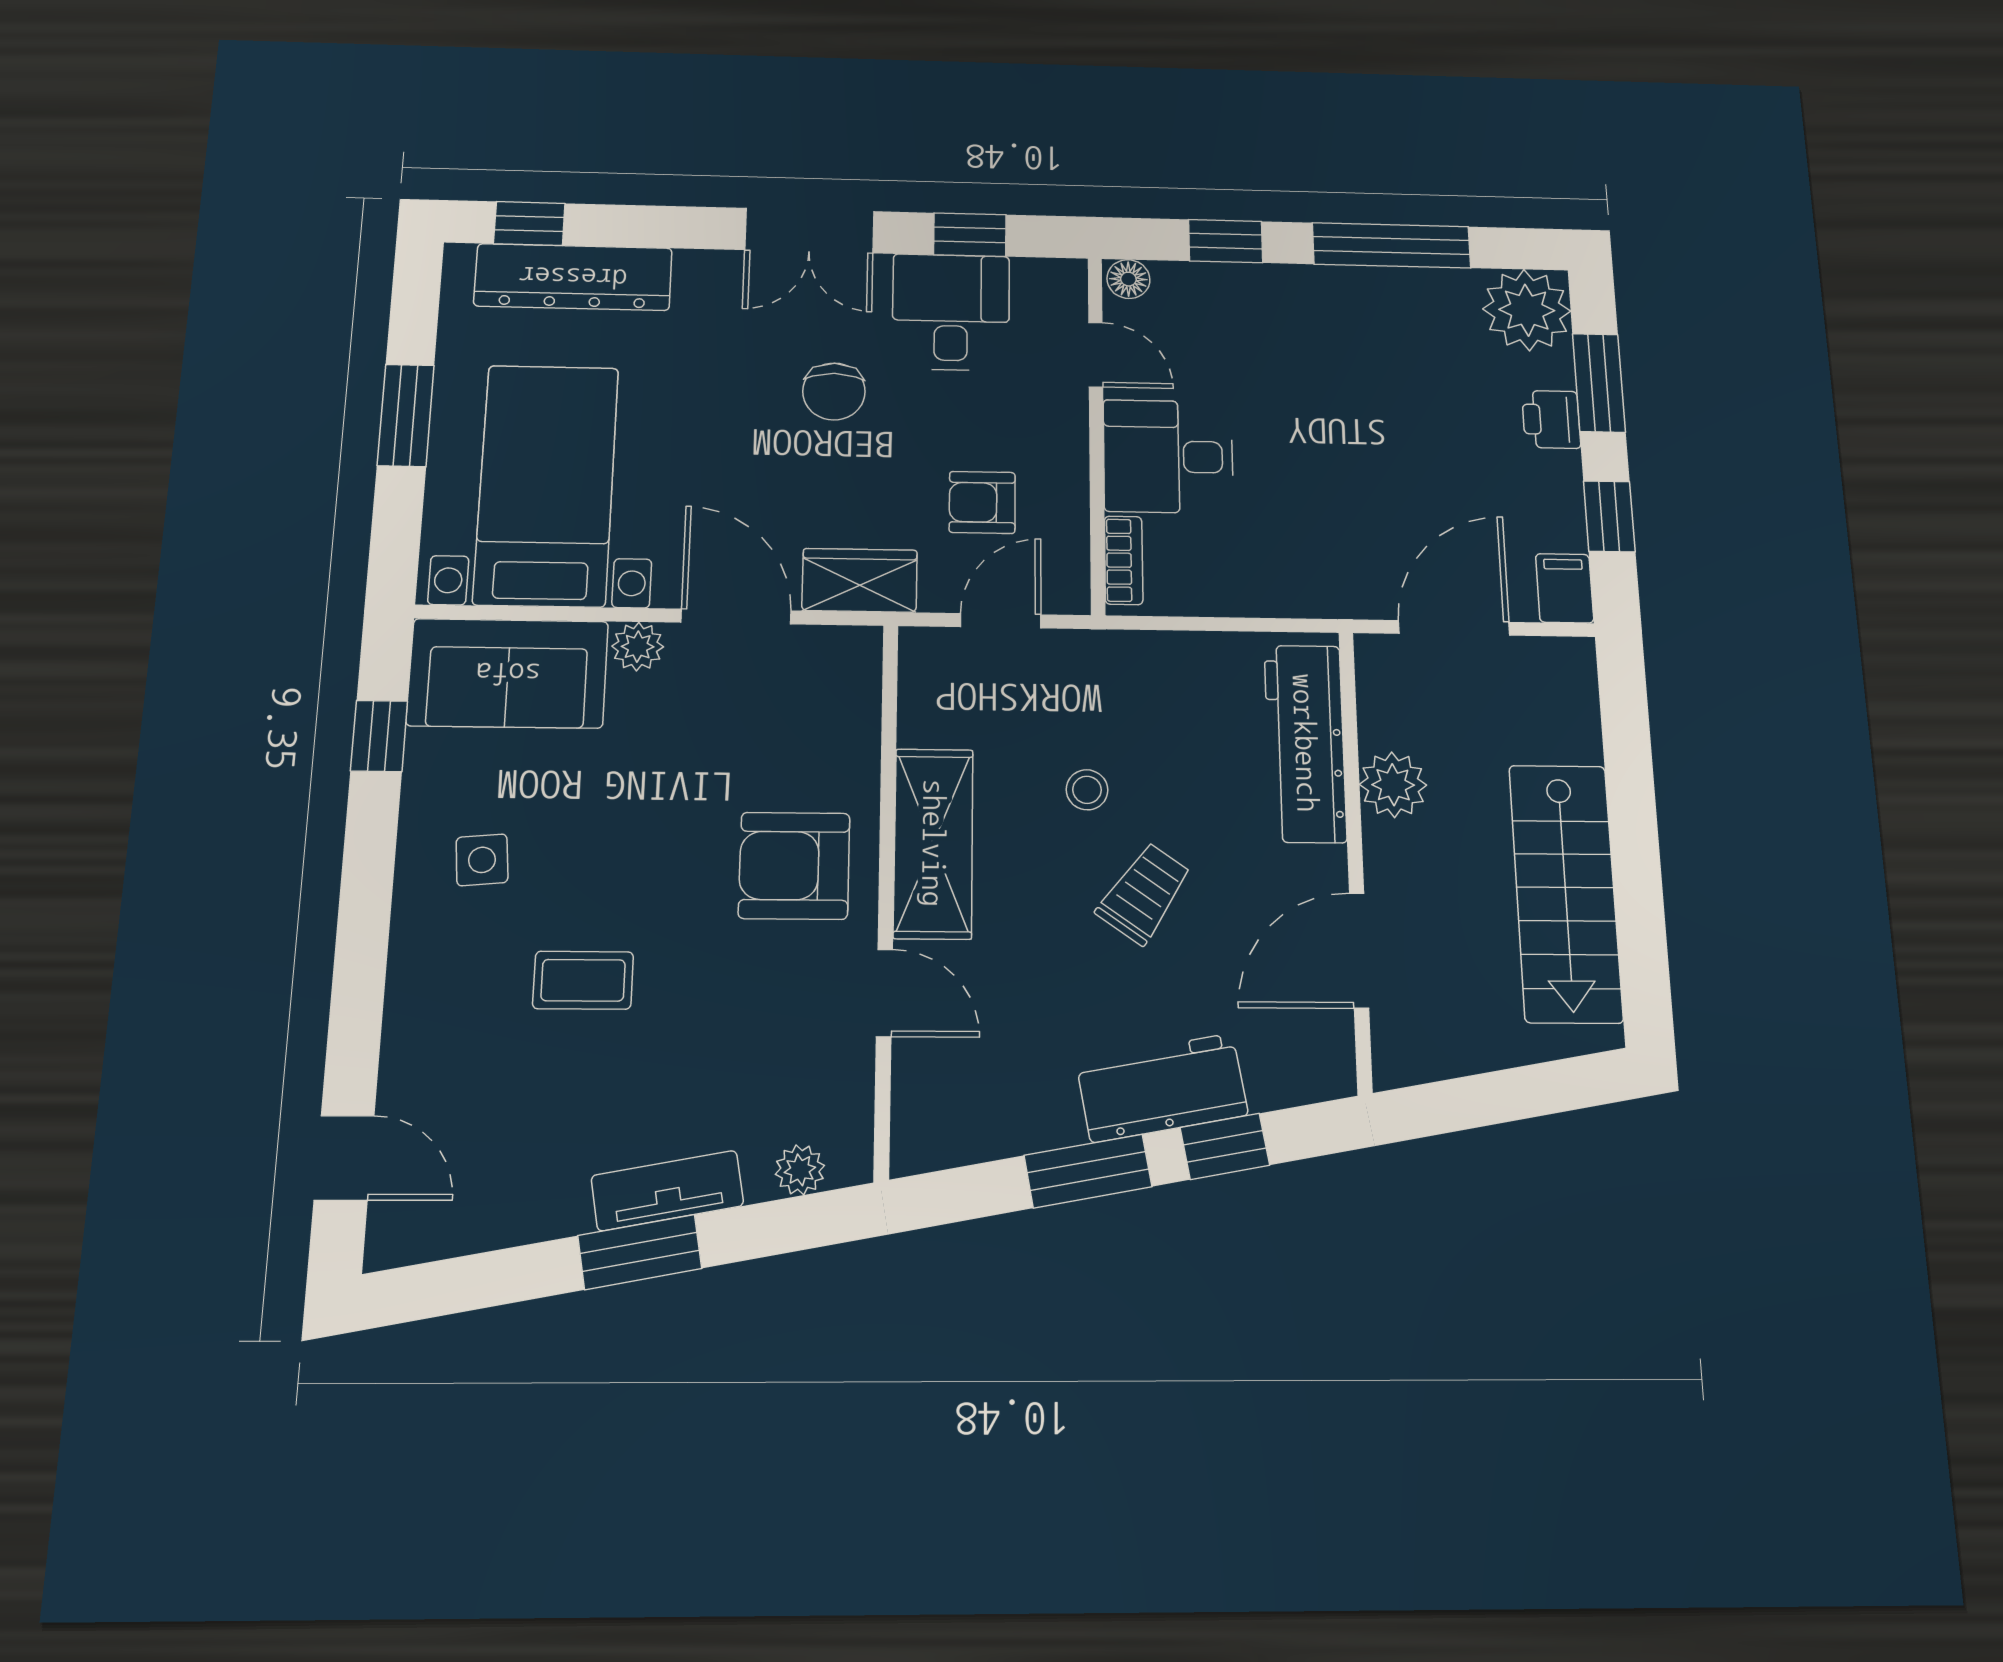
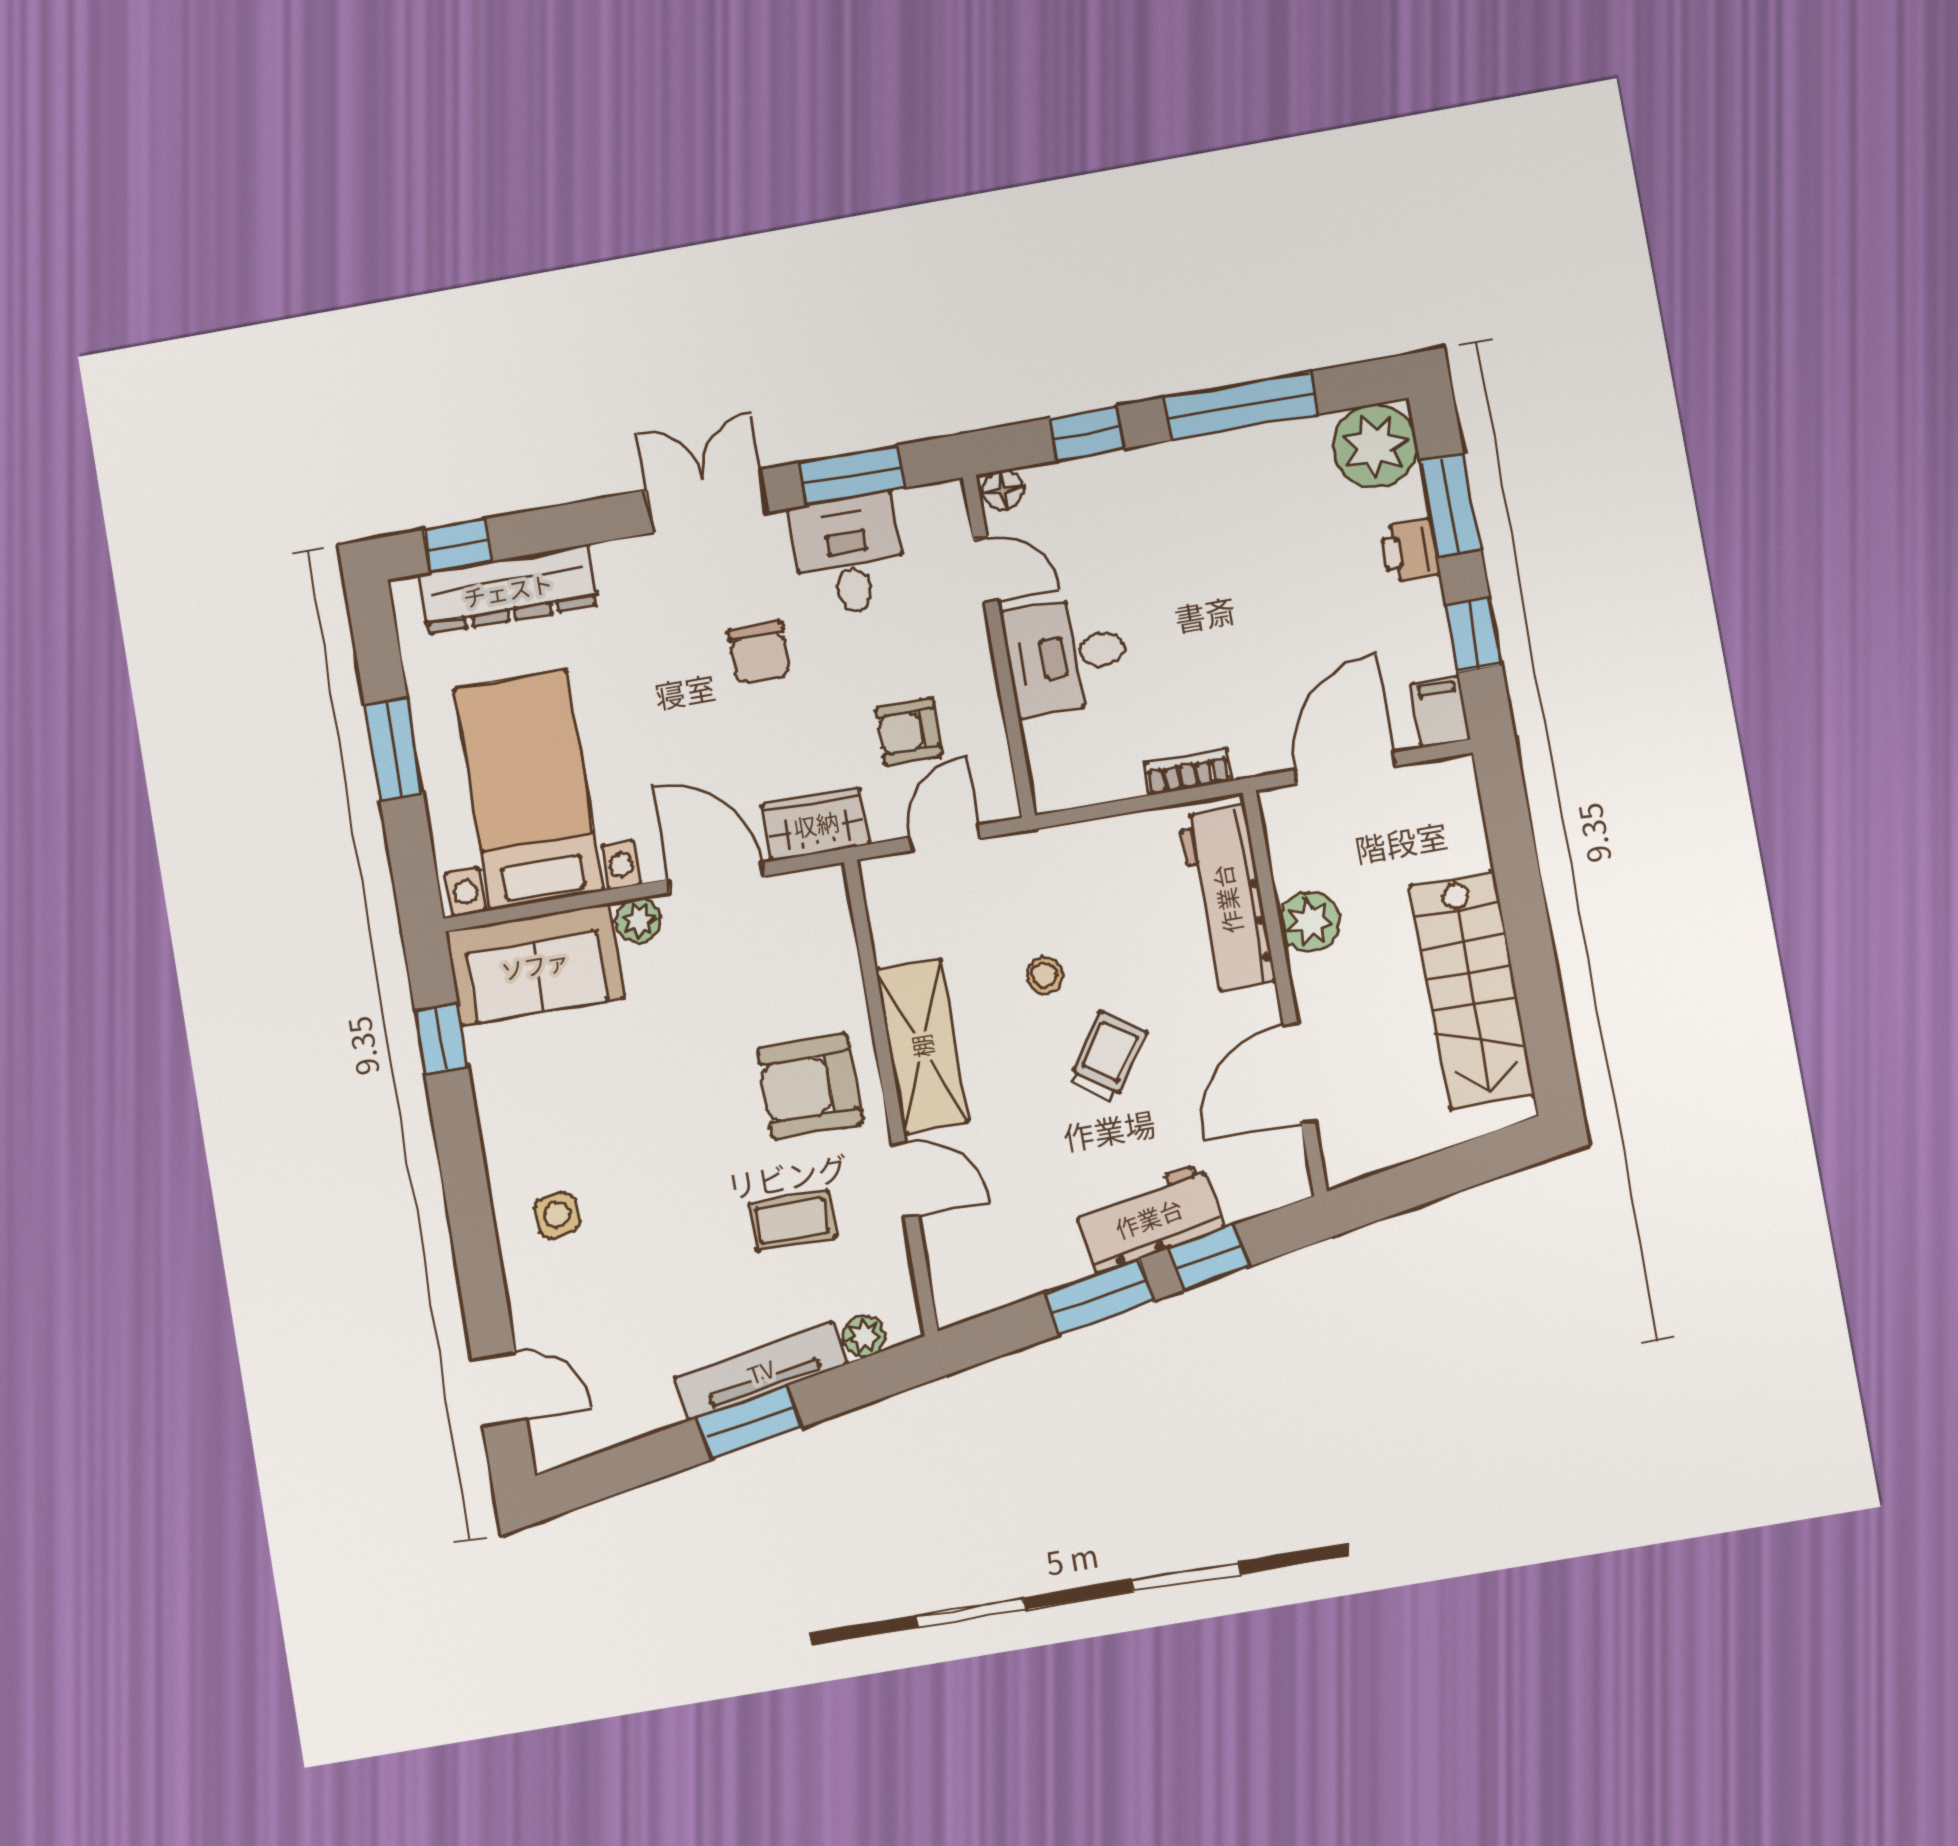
double door: (810, 231) -> (707, 501), swing flipped
window: (970, 235) -> (852, 475), width x1.50
bookcase: (1124, 560) -> (1188, 772), moved, turned -90
side table: (482, 860) -> (557, 1215), moved
coffee table: (583, 980) -> (792, 1221), moved
tv unit: (667, 1191) -> (761, 1371), width x1.41

